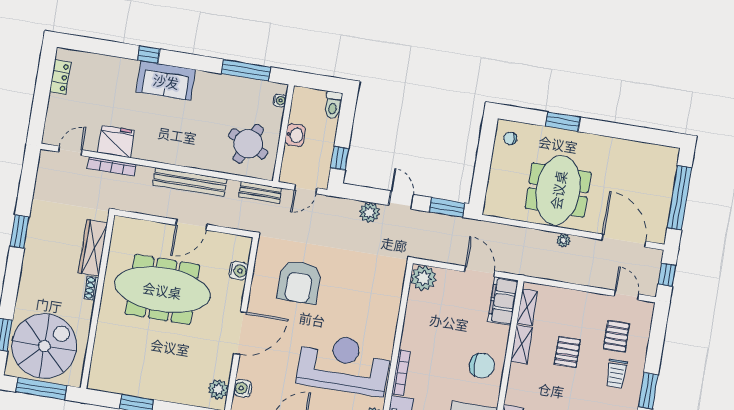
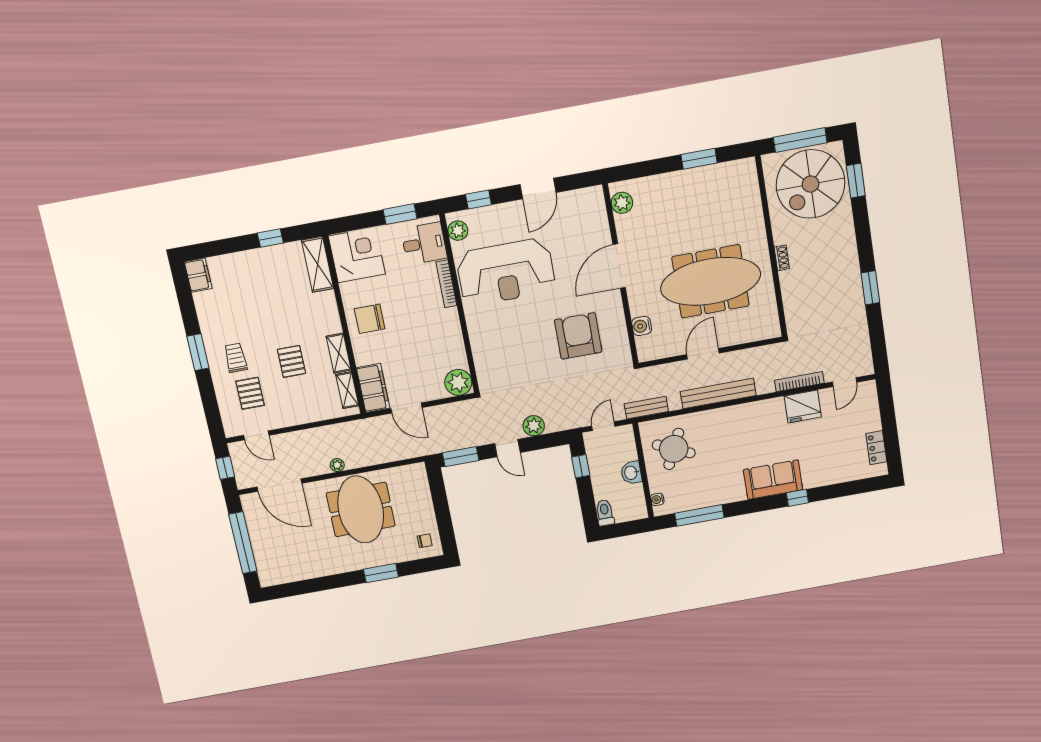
wardrobe: (93, 248) -> (793, 298), removed
water cooler: (243, 388) -> (598, 212), removed

